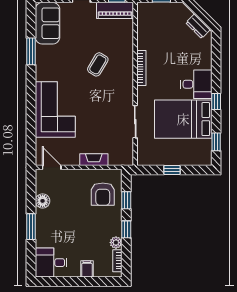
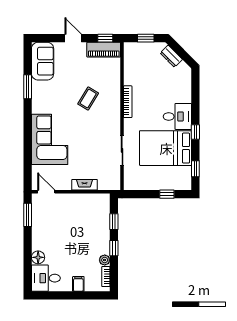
dresser: (198, 26) -> (171, 56), moved
window: (172, 170) -> (167, 194), moved
armchair: (103, 194) -> (93, 216), removed
floor lamp: (43, 201) -> (38, 257), moved
window: (31, 227) -> (28, 215), moved

